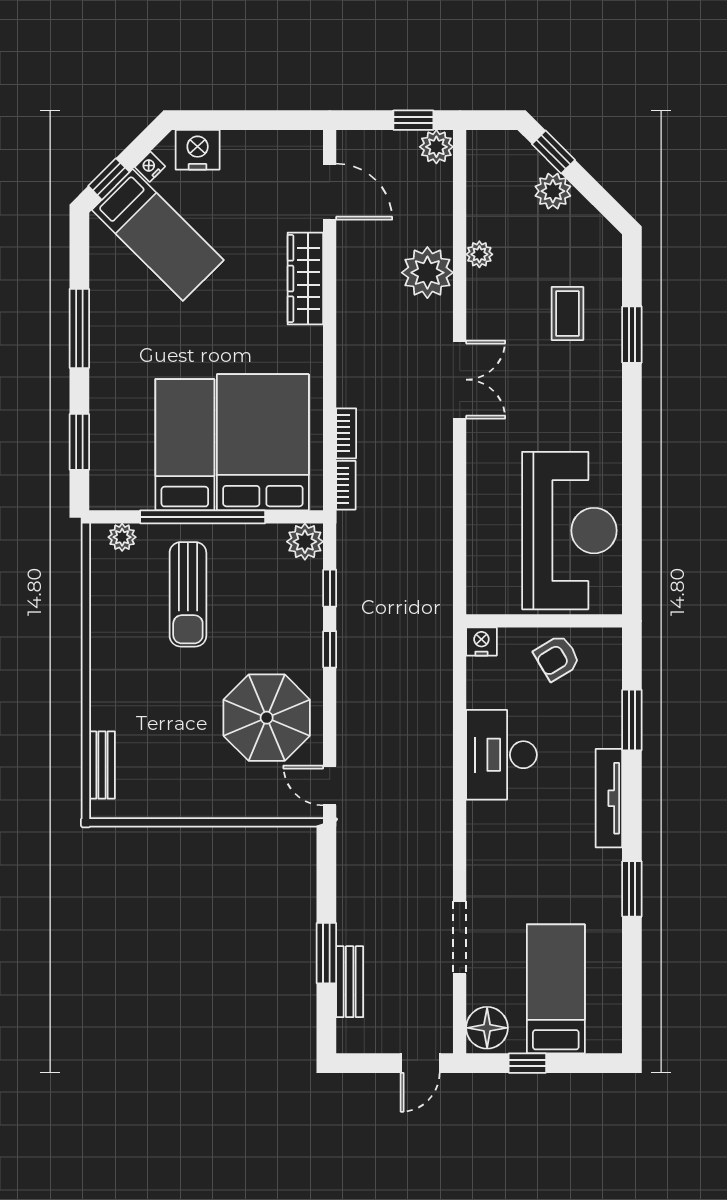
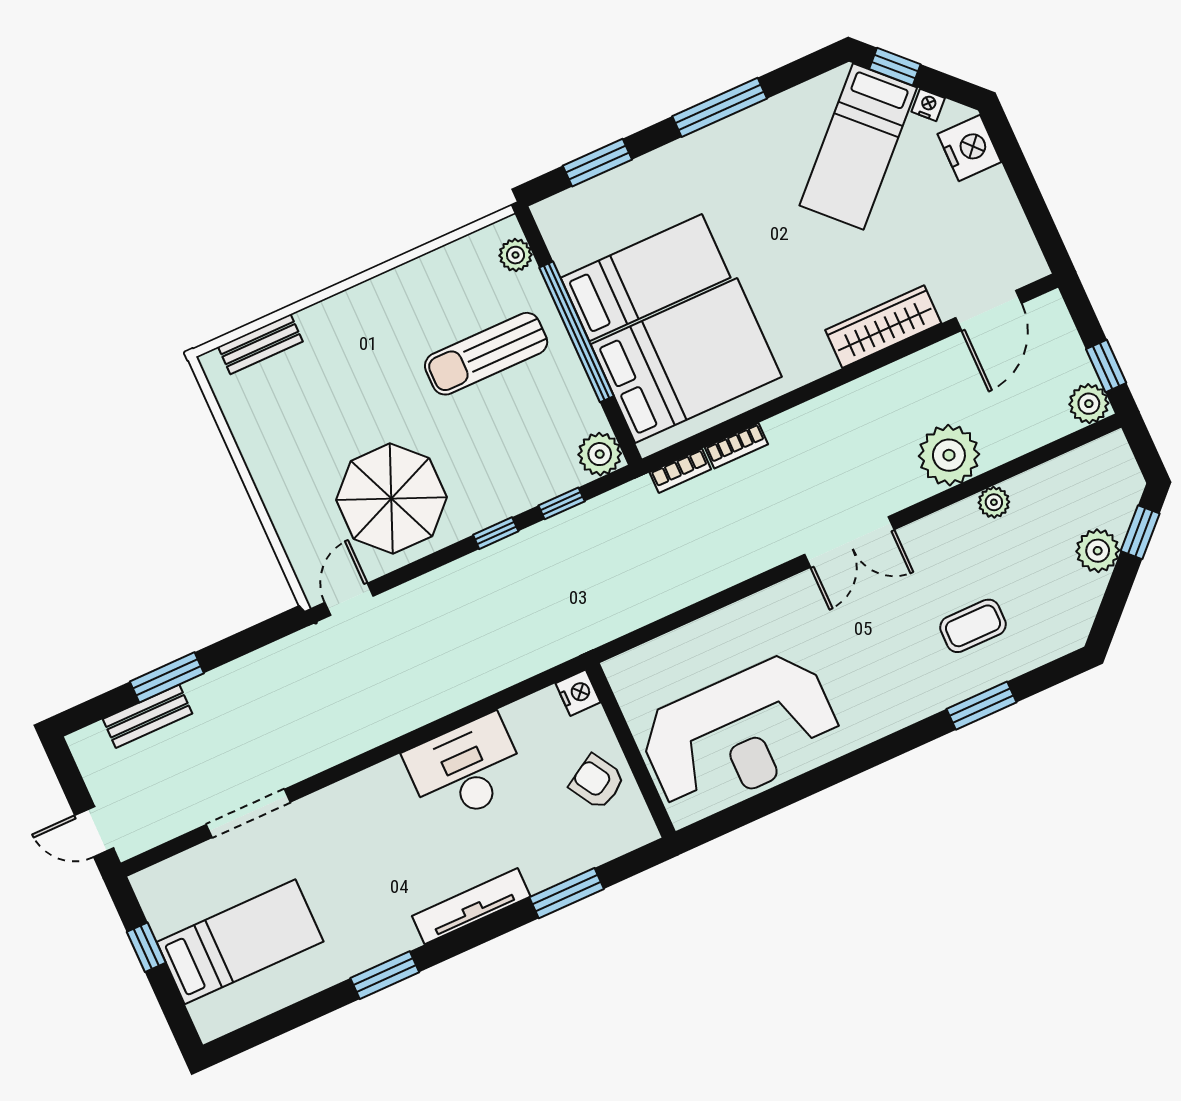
floor lamp: (487, 1028) -> (165, 887), removed

